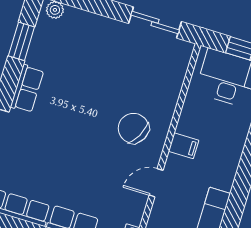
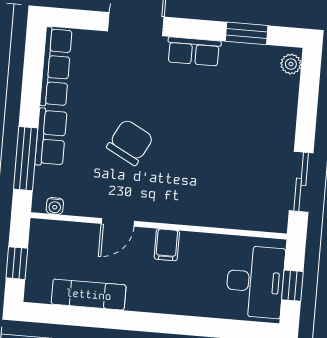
chair: (133, 128) -> (130, 142), moved
door: (156, 183) -> (118, 222), swing flipped

